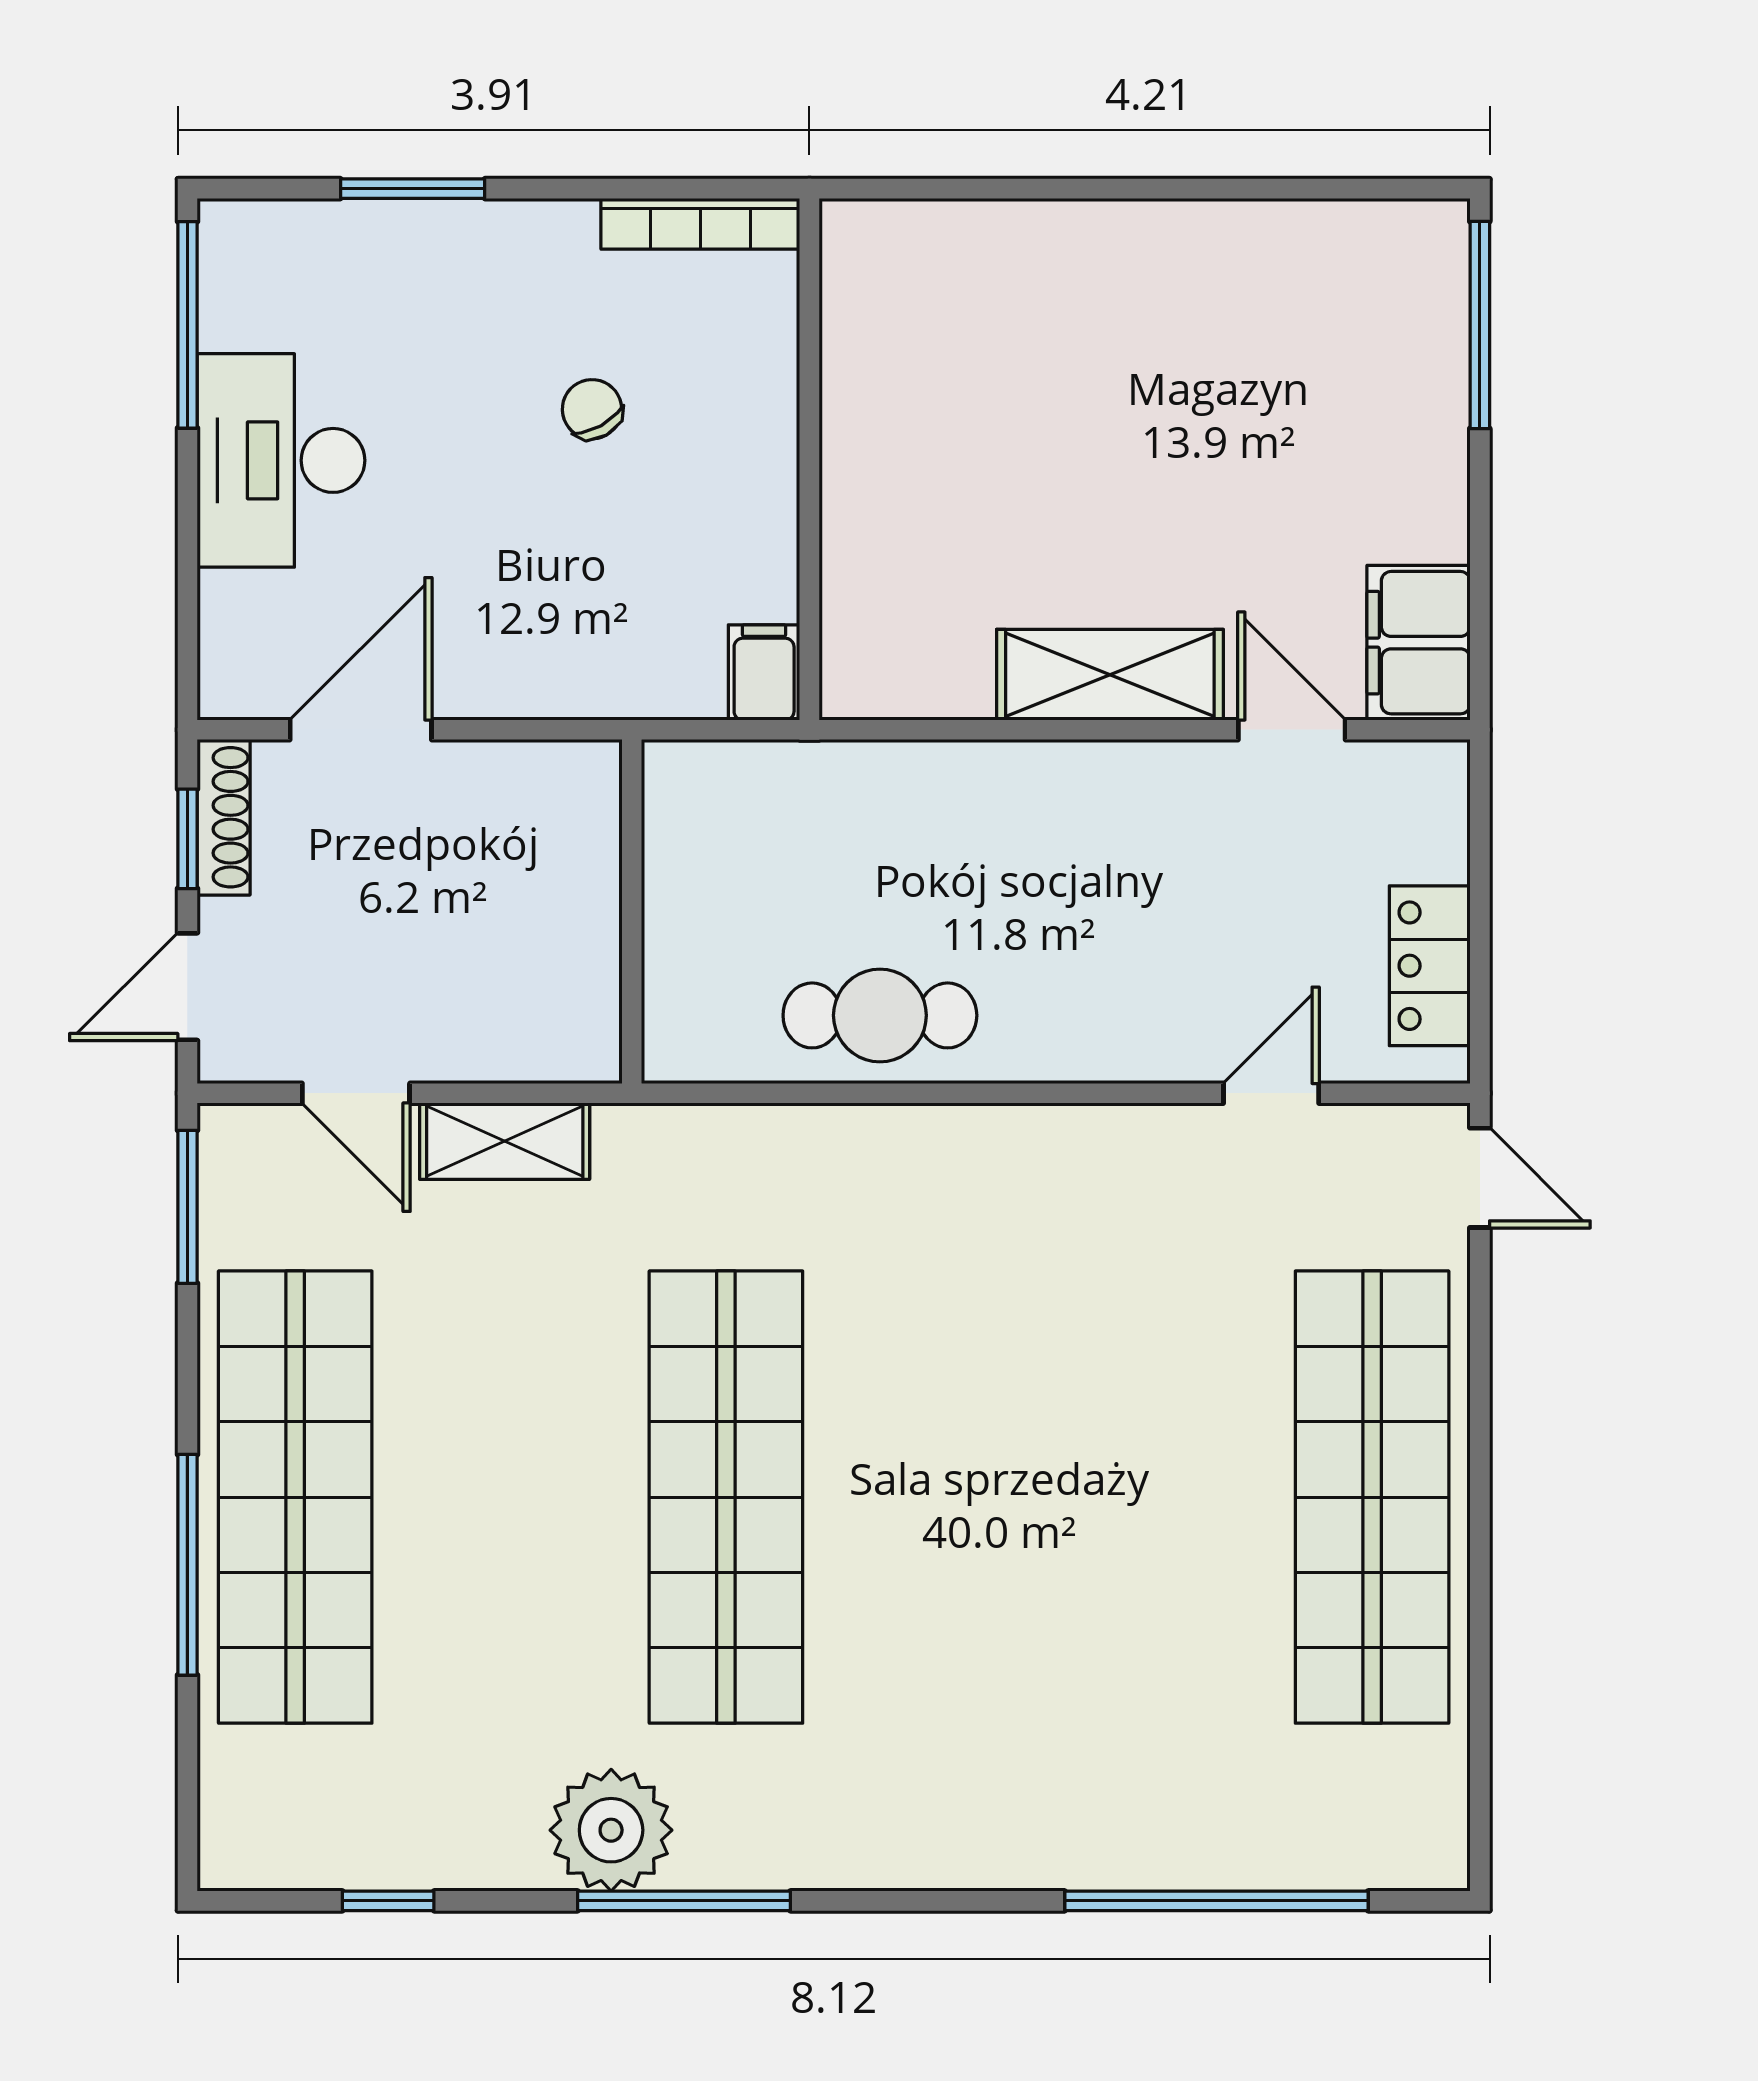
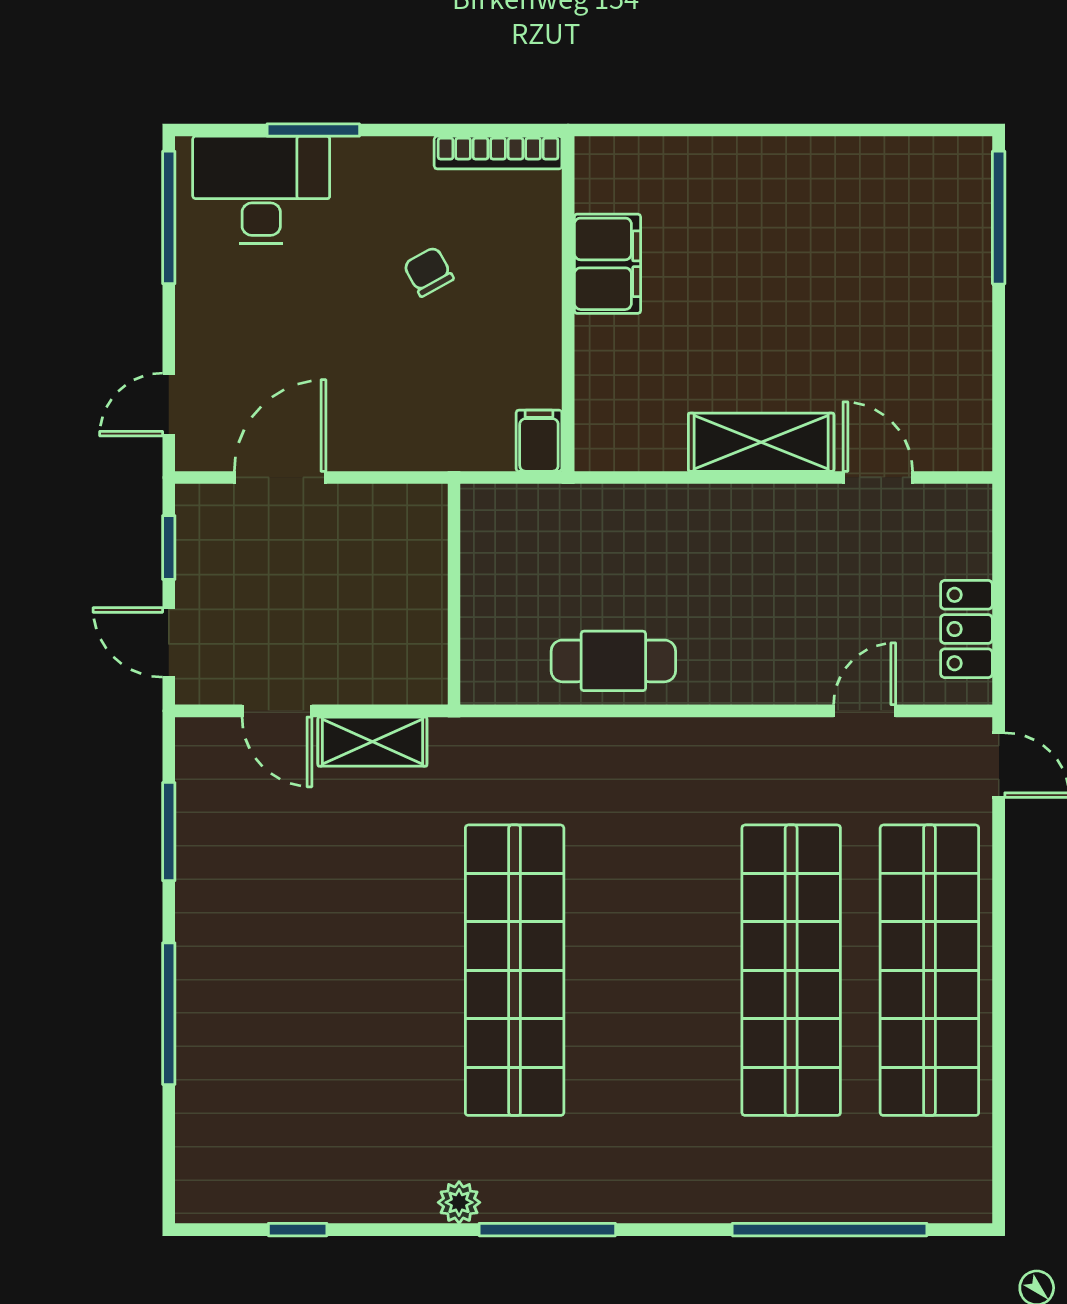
desk: (281, 460) -> (261, 190), moved, turned 90
door: (187, 616) -> (169, 405), added
filing cabinet: (1419, 643) -> (607, 264), moved, turned 180
shoe rack: (224, 817) -> (192, 534), removed
door: (187, 987) -> (169, 642), hinge flipped
window: (187, 1207) -> (169, 832), moved
shop shelf: (295, 1497) -> (791, 970), moved
plant: (611, 1830) -> (459, 1202), width x0.53, depth x0.53
window: (684, 1901) -> (547, 1230), moved

